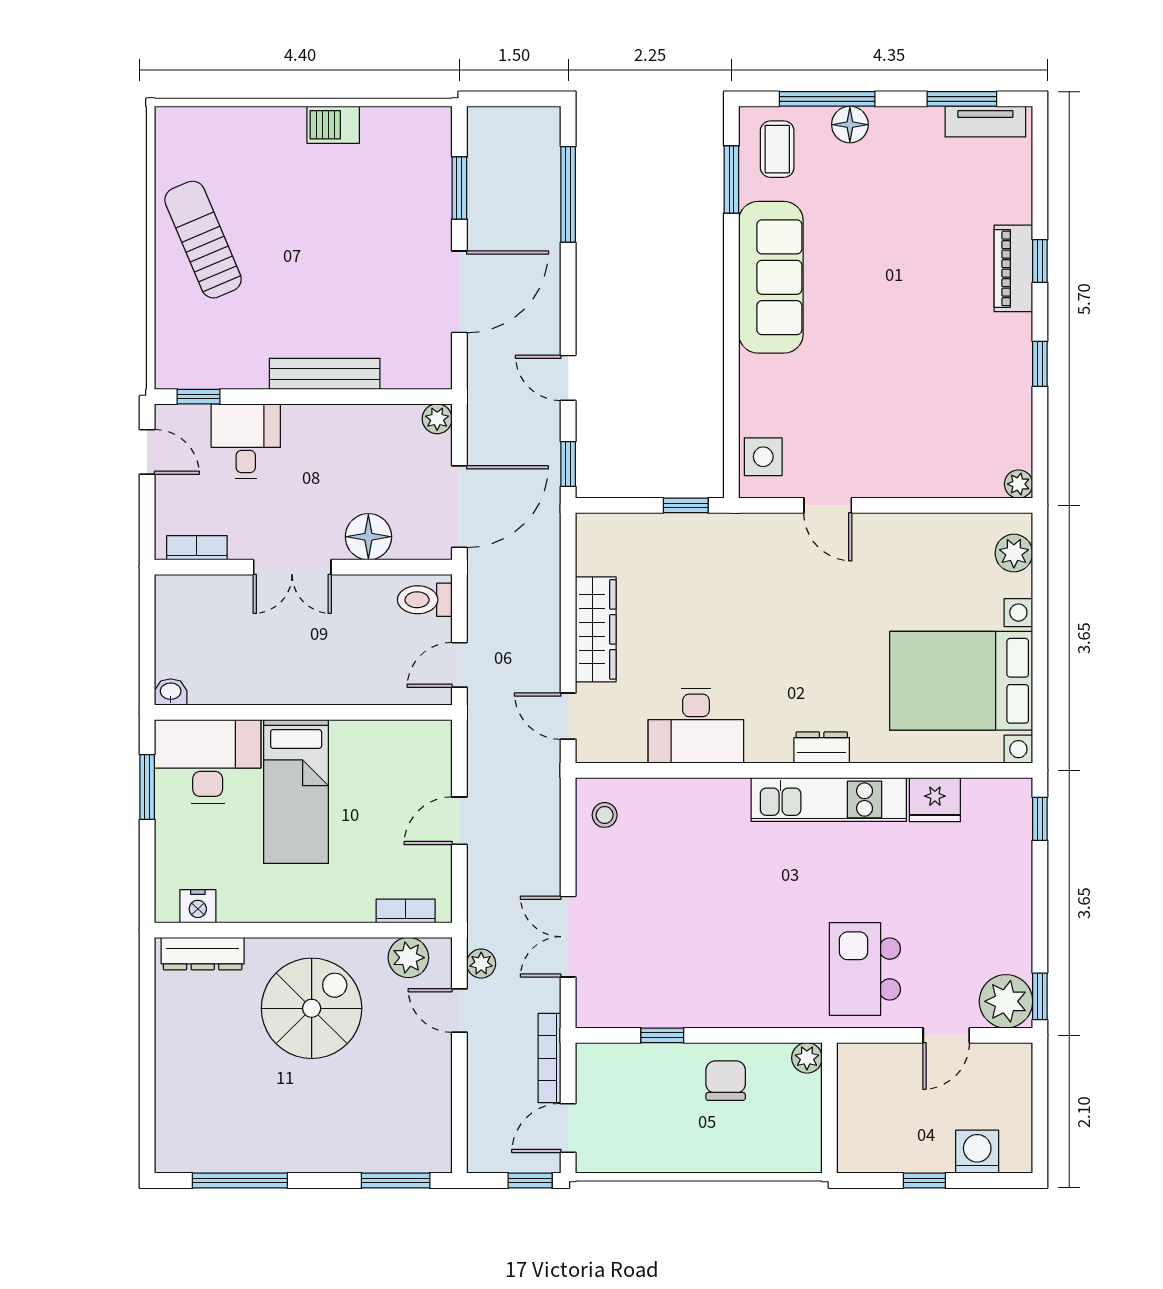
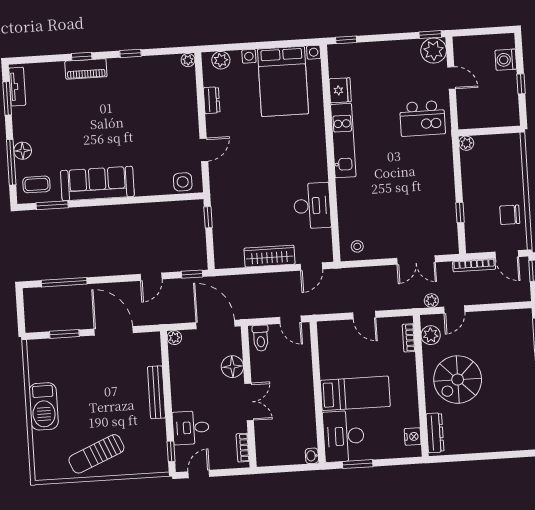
barbecue: (333, 125) -> (44, 406), width x1.88, depth x1.53
dresser: (822, 748) -> (212, 100), moved, turned 180
spiral stairs: (312, 1008) -> (458, 380), turned -90
chair: (726, 1081) -> (510, 215), moved

